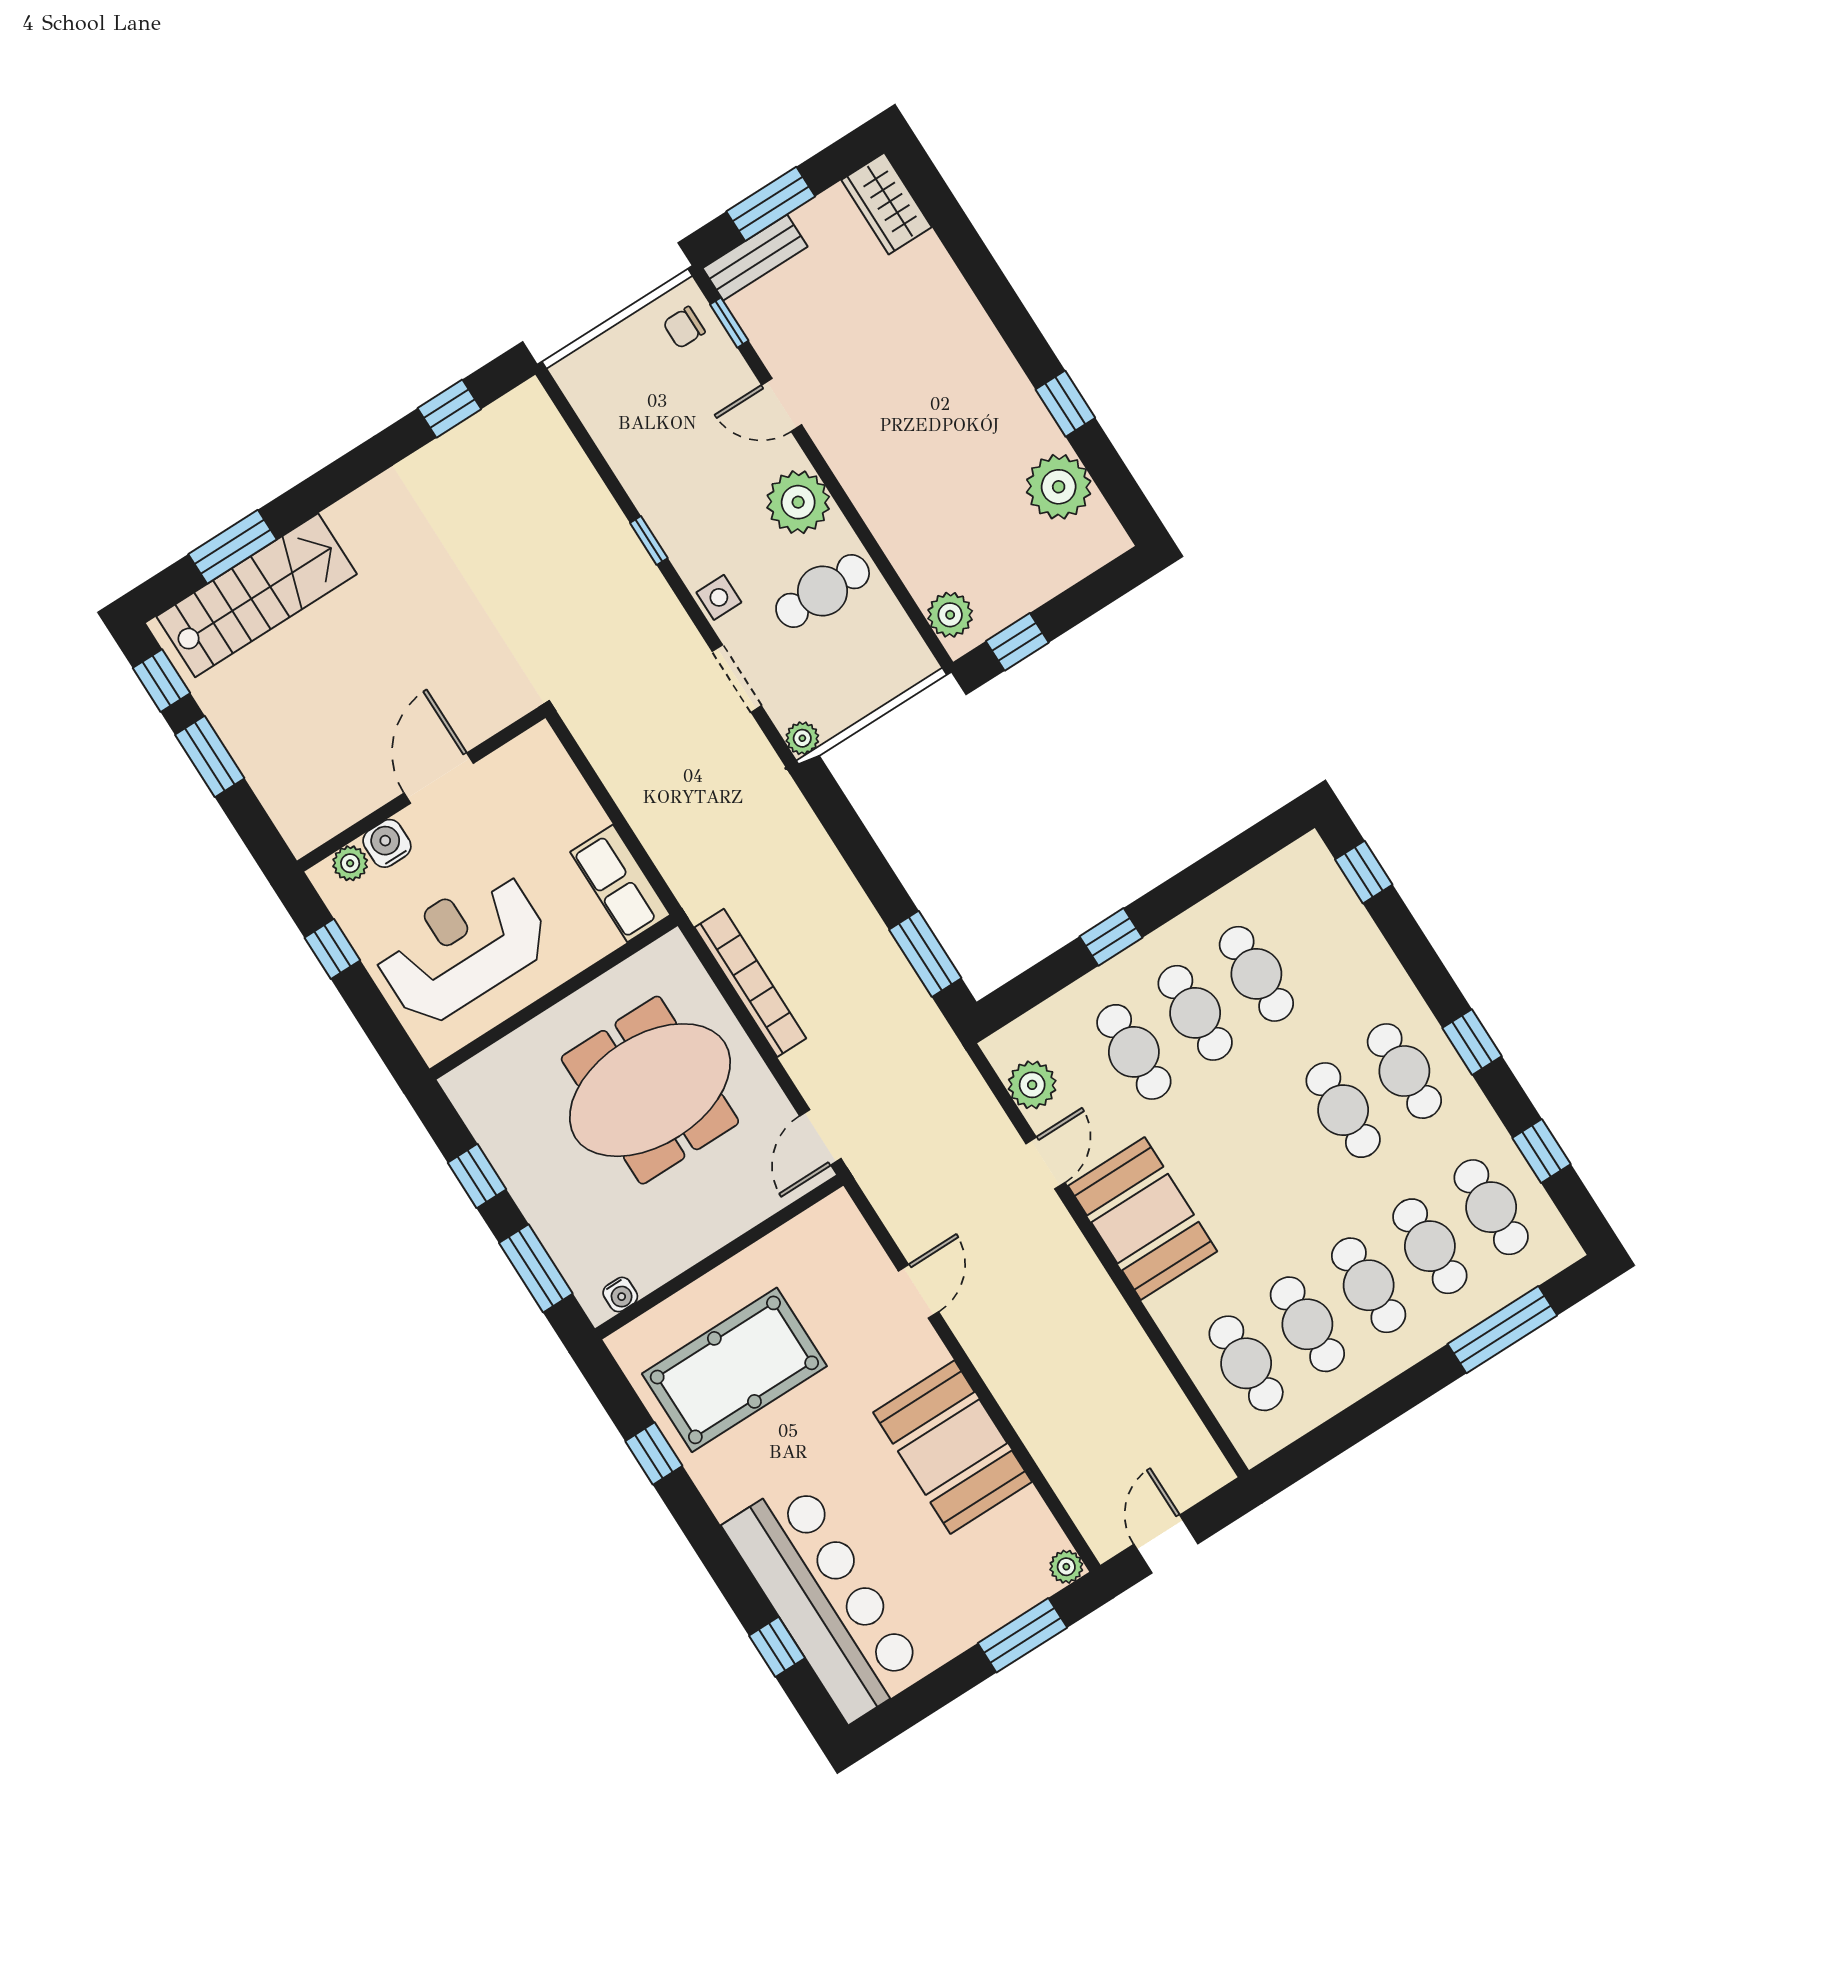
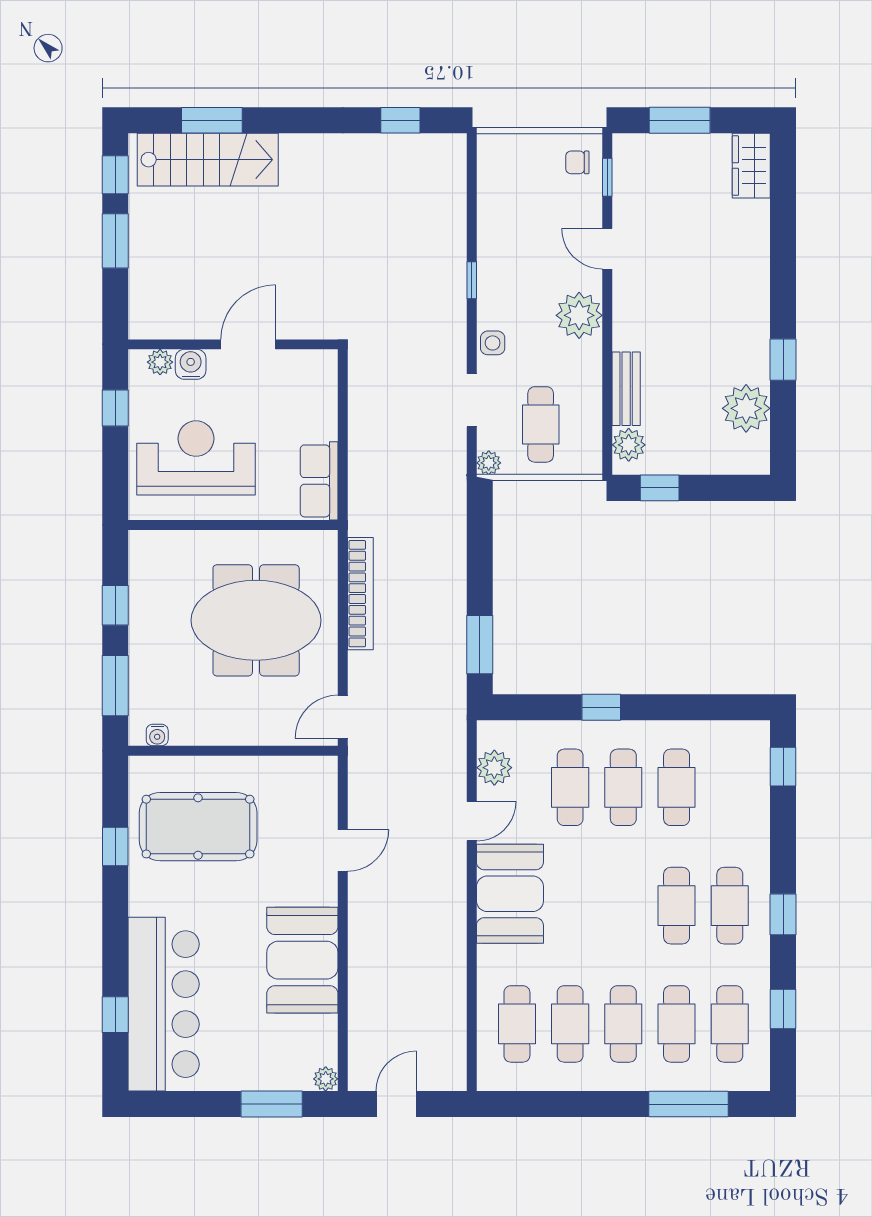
bench: (755, 257) -> (626, 389), moved, turned 90
cafe table: (823, 591) -> (541, 424), moved, turned 90

